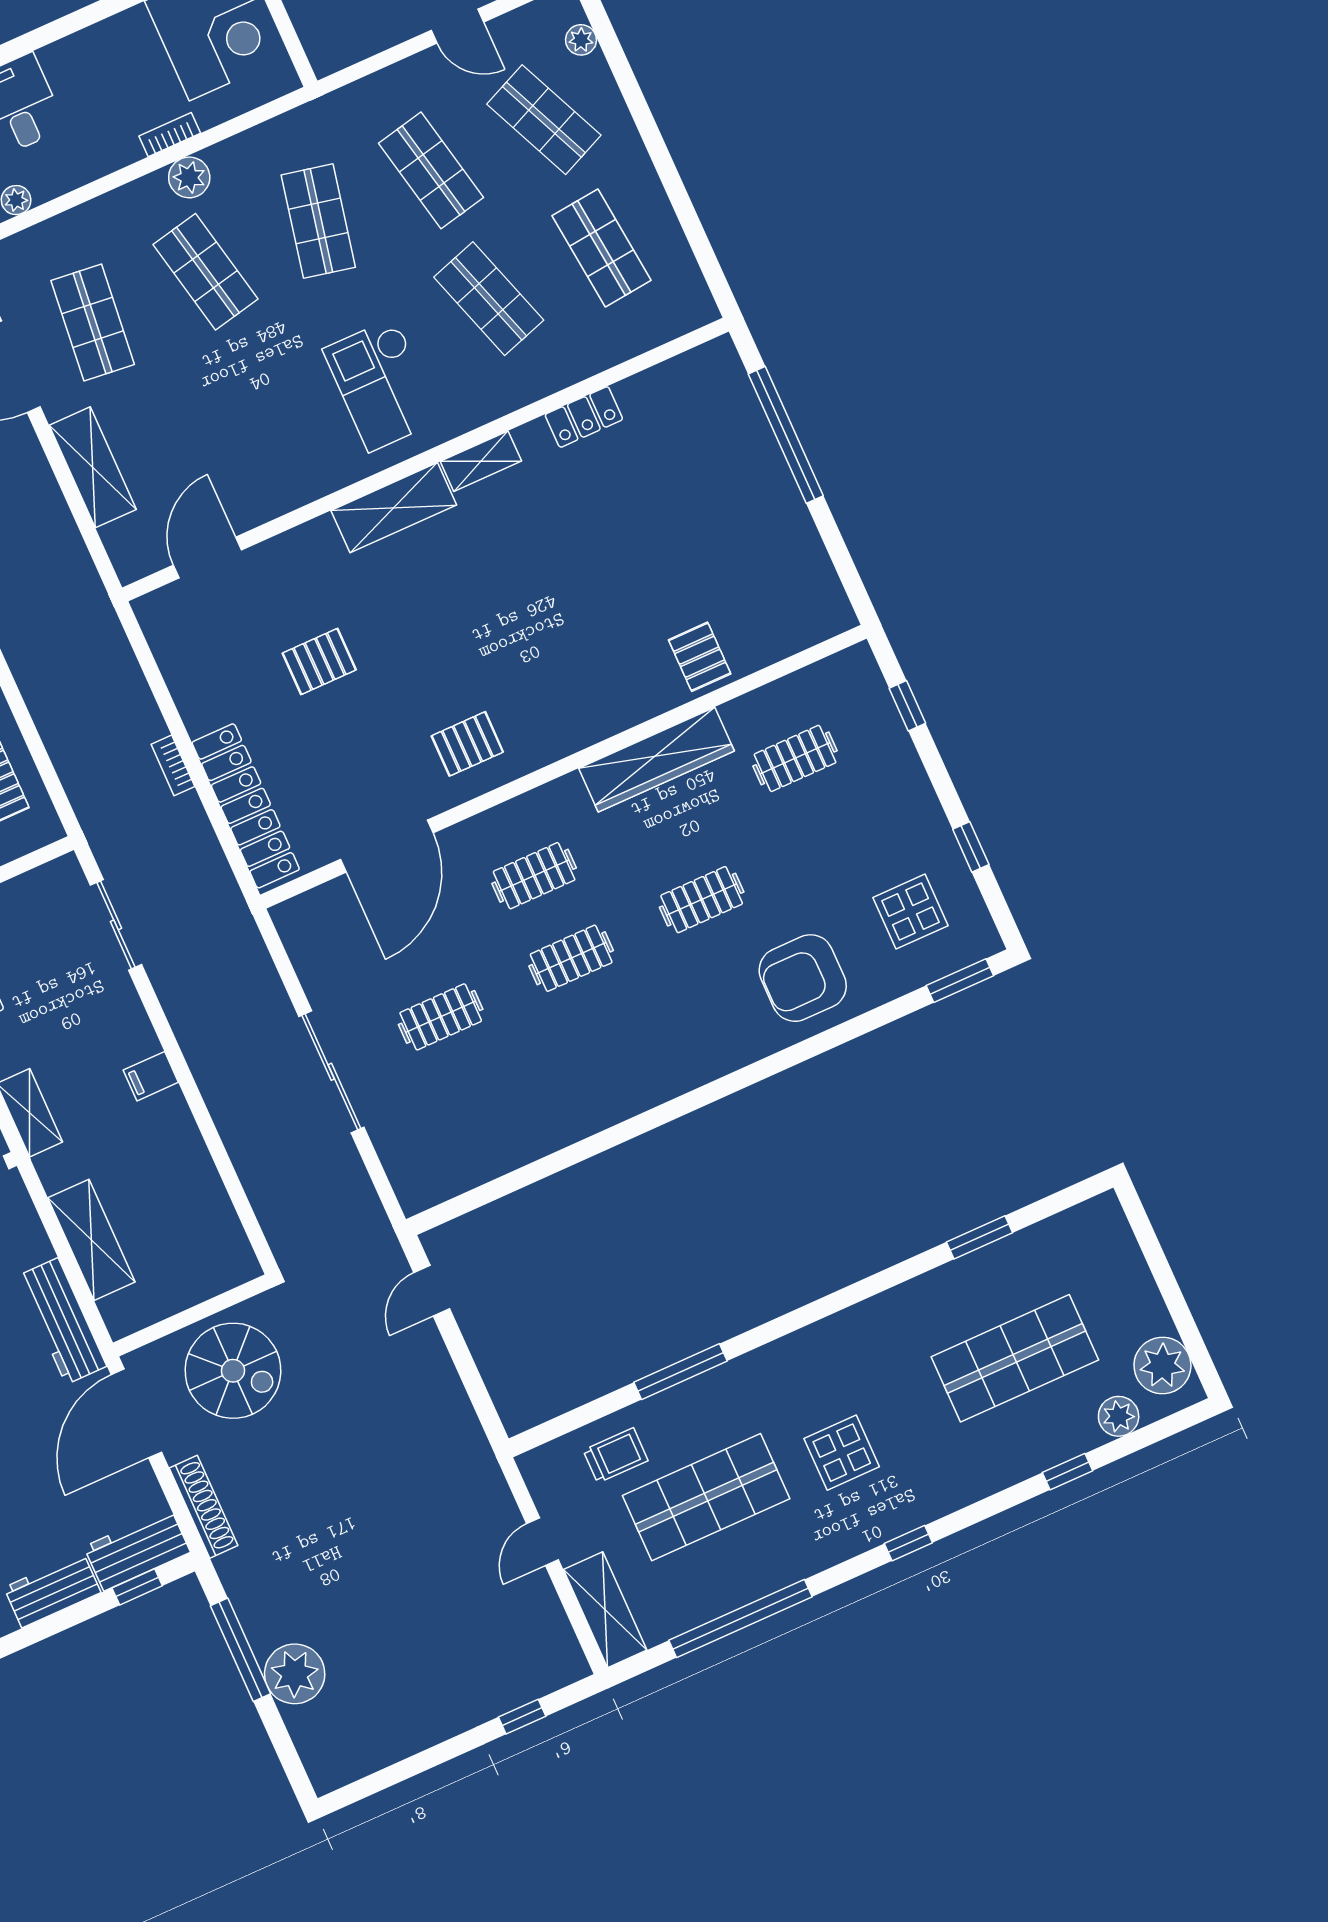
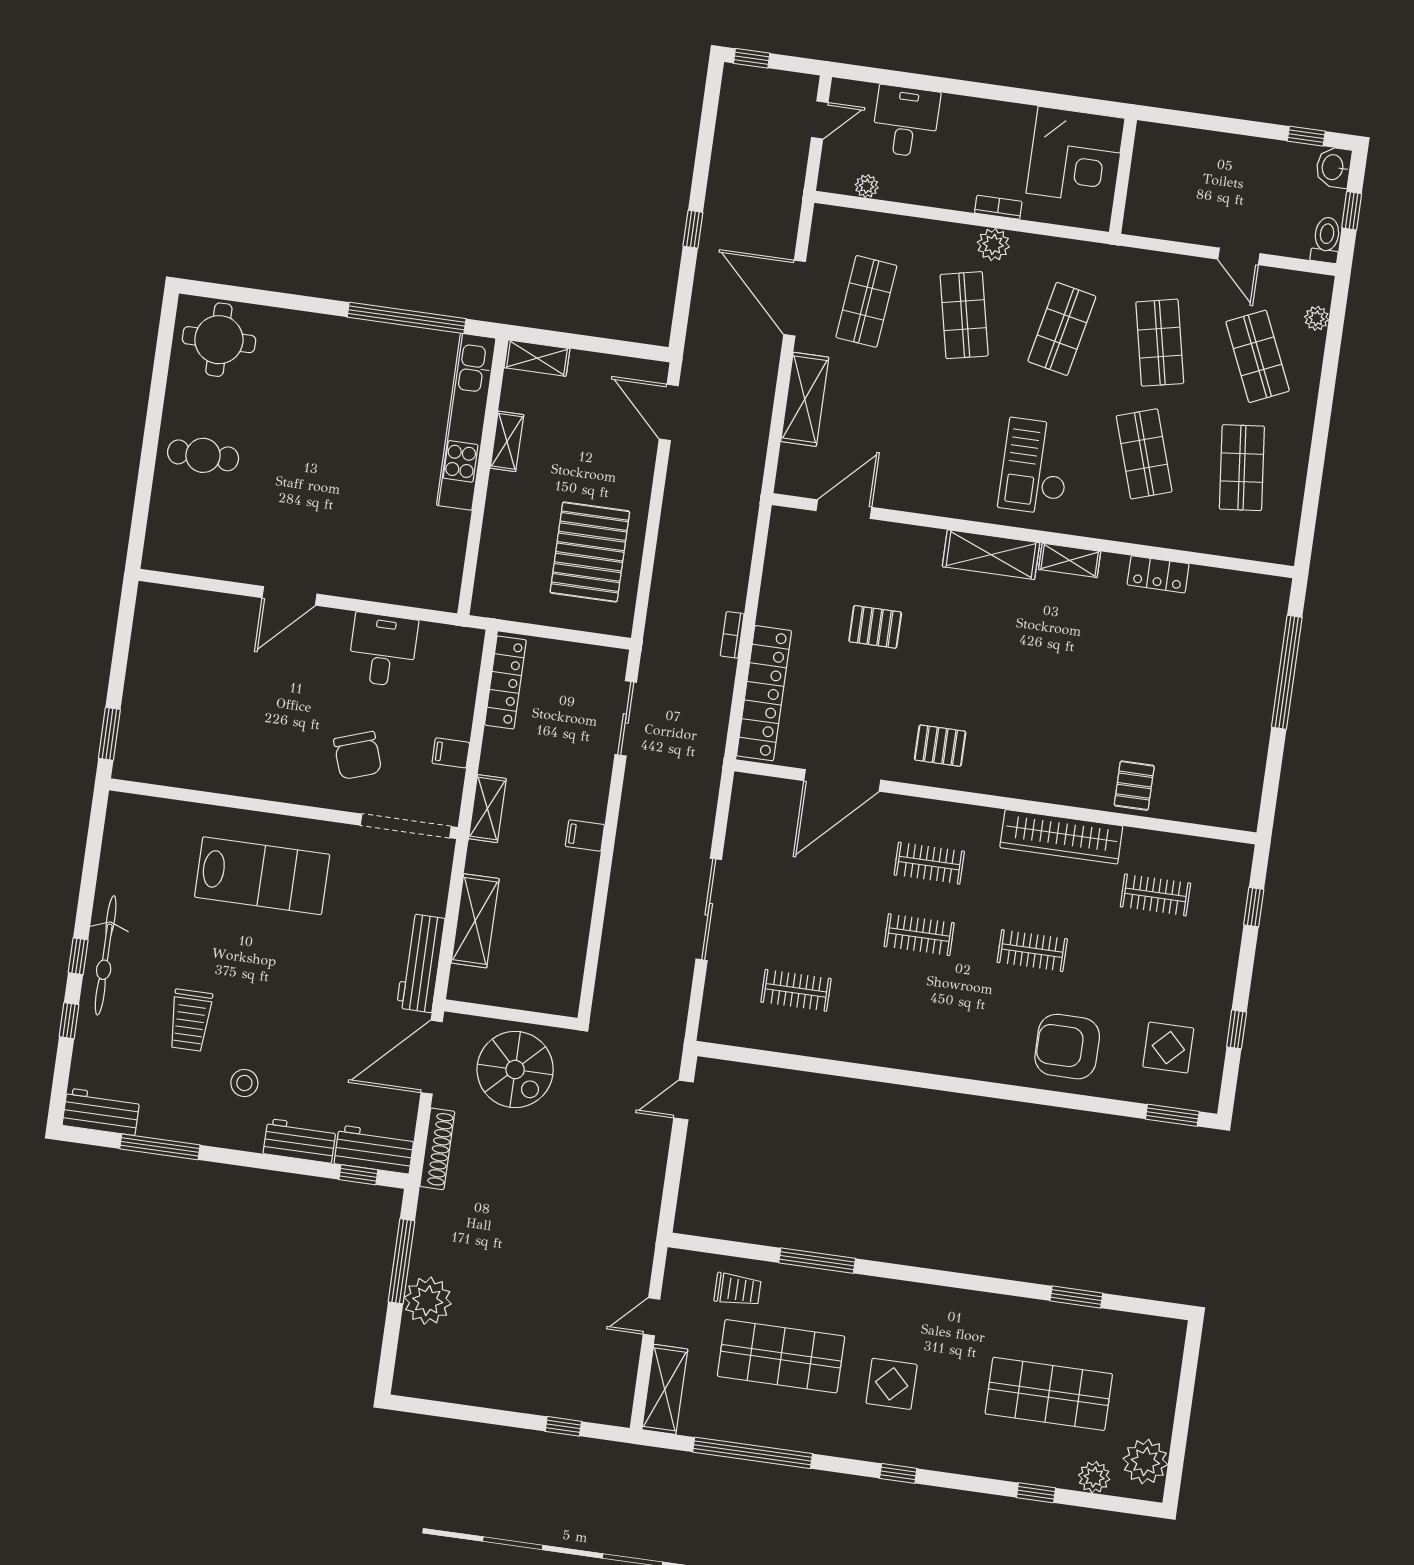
clothes rail: (441, 1017) -> (796, 990), moved

